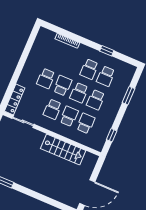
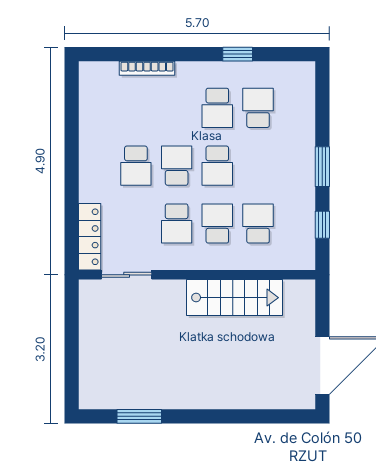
school desk: (106, 76) -> (258, 108), turned 180
window: (129, 96) -> (322, 167), moved
school desk: (96, 100) -> (258, 166), removed

